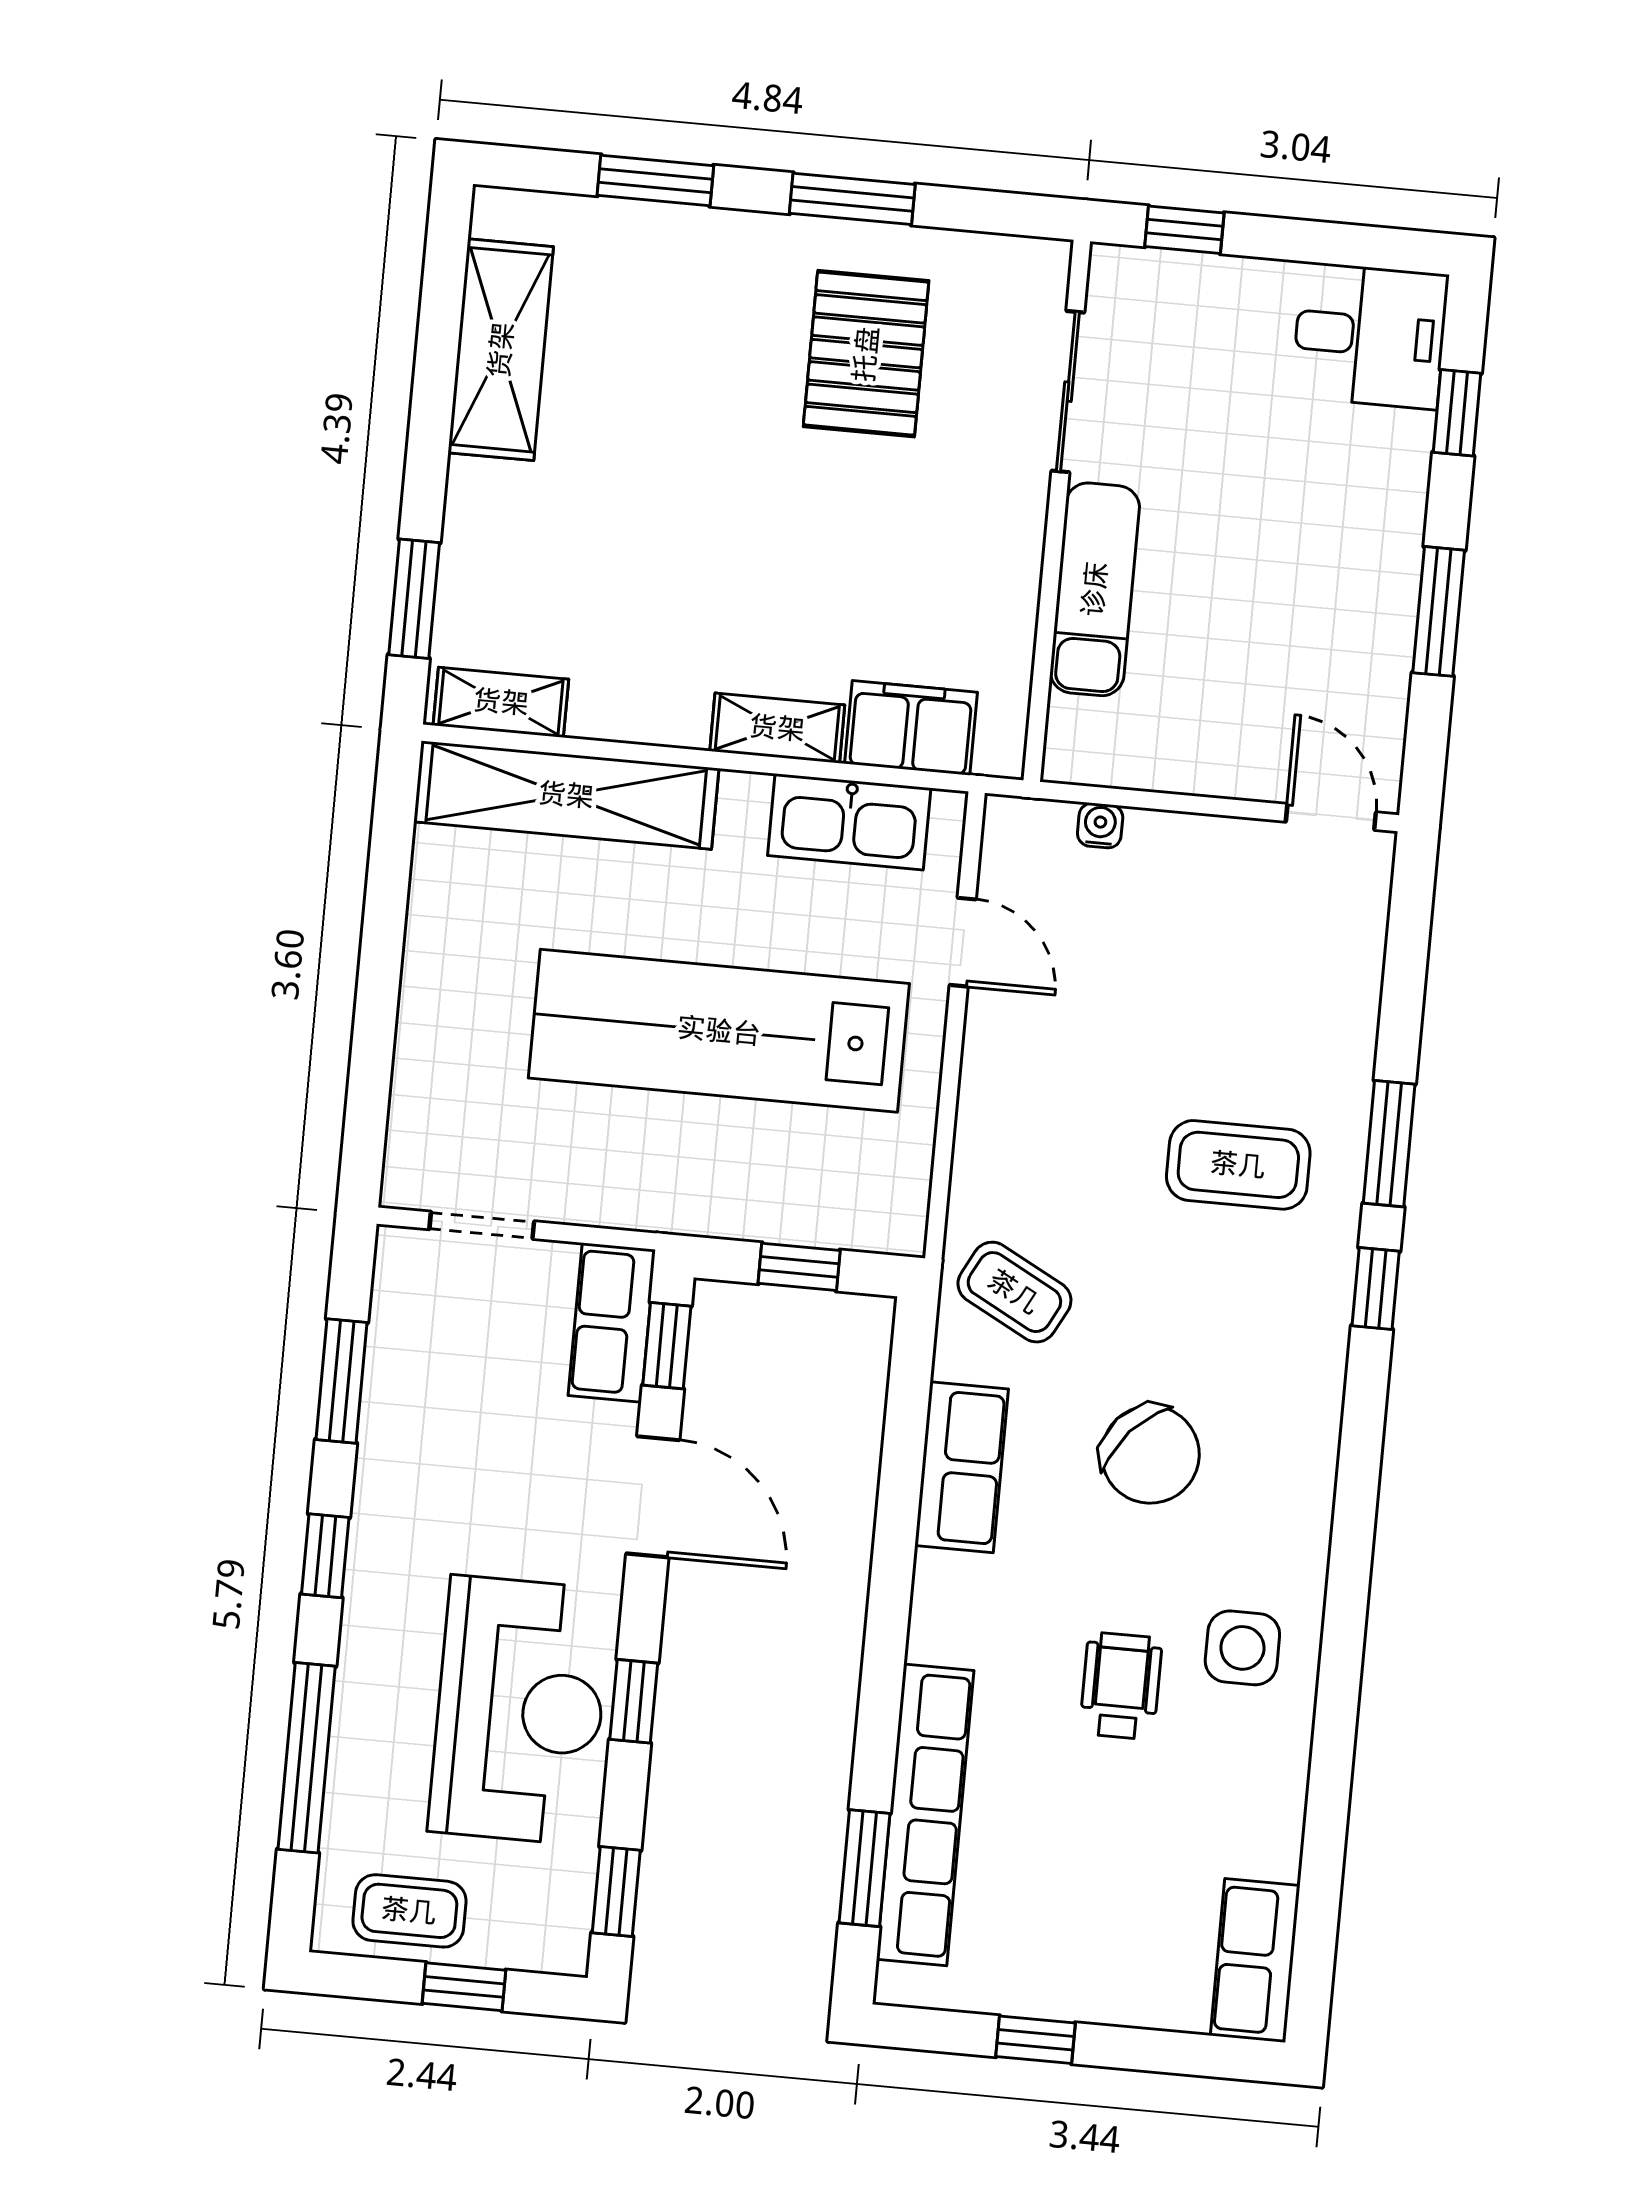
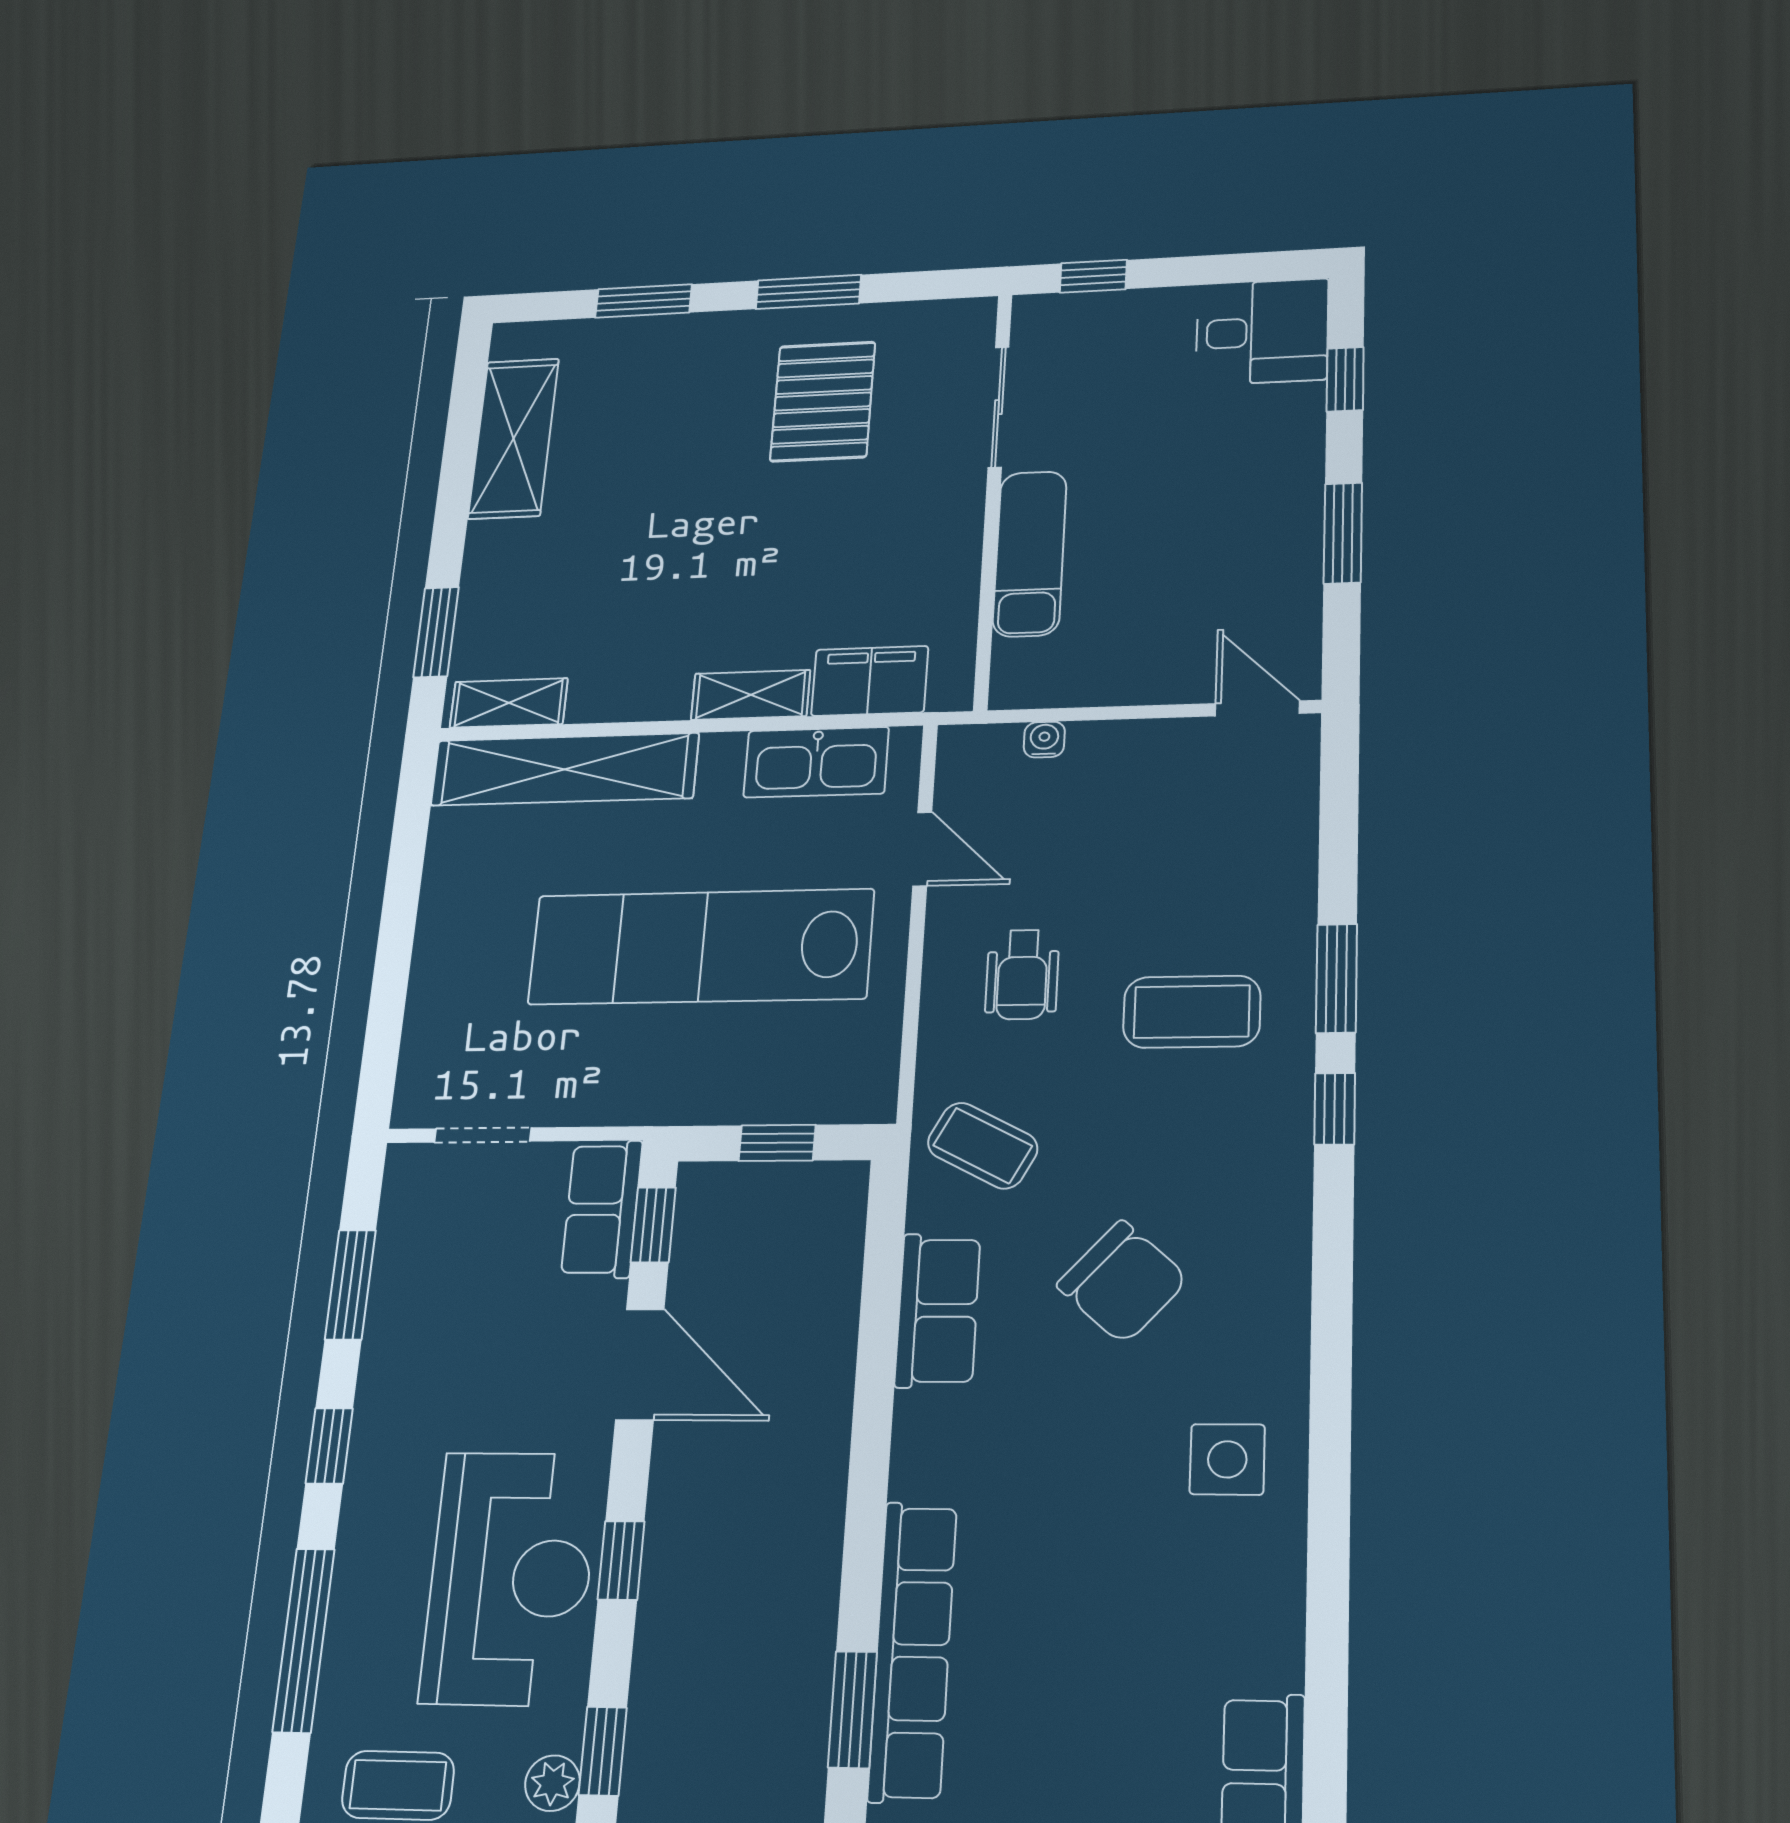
wheelchair: (1121, 1686) -> (1022, 975), moved, turned 180
plant: (566, 1919) -> (552, 1783), added

